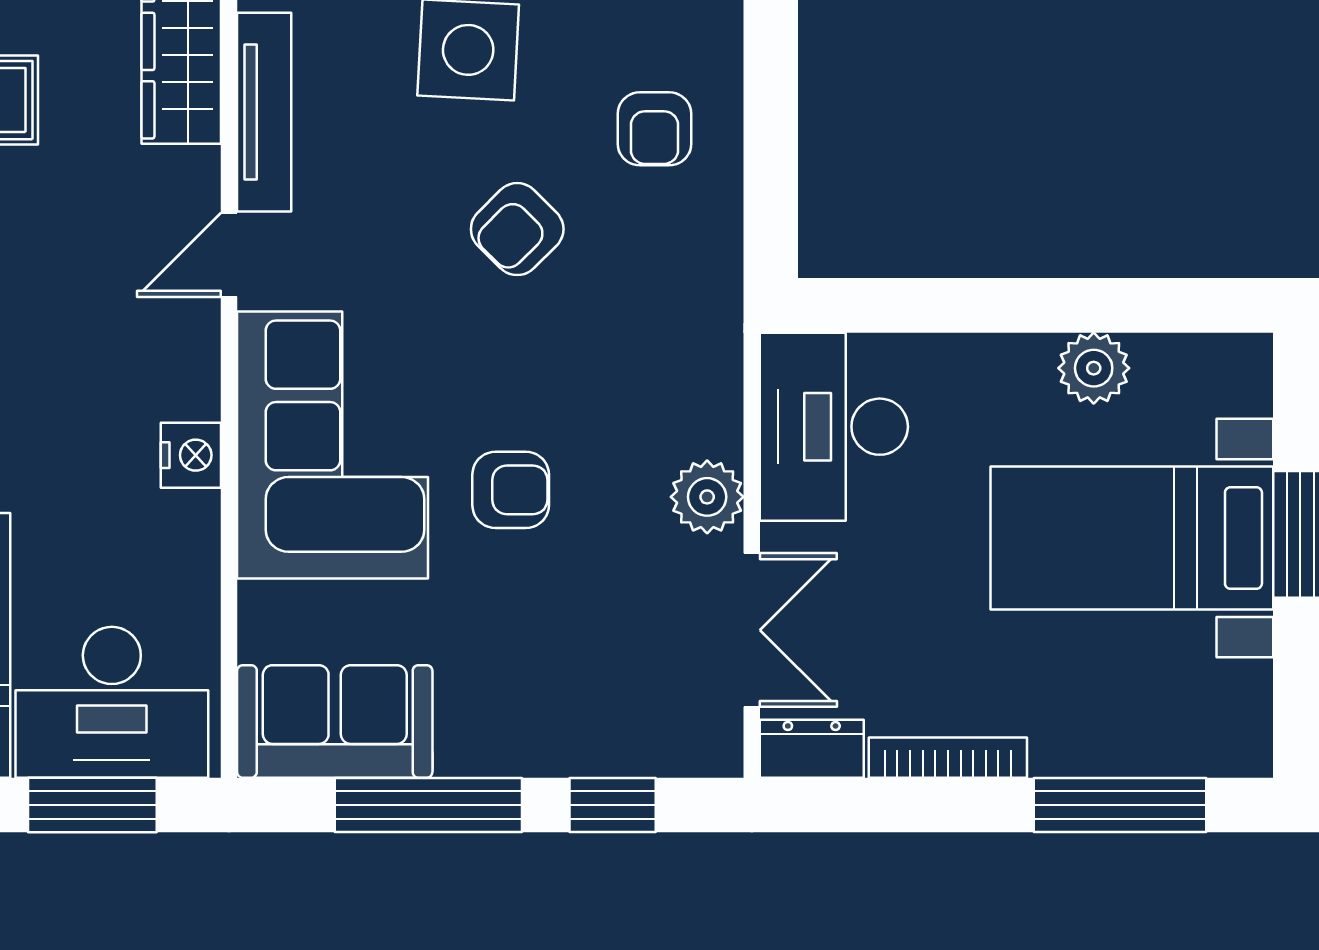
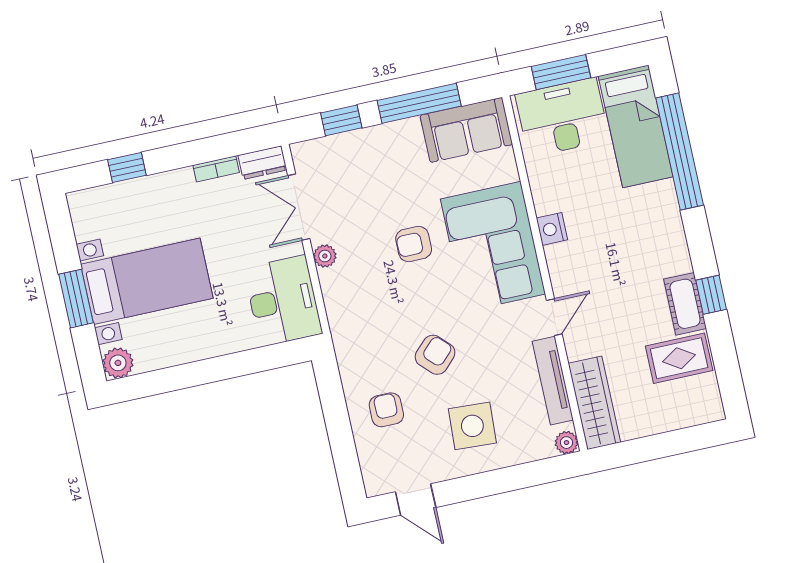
plant: (1094, 368) -> (118, 363), moved
plant: (707, 497) -> (325, 256), width x0.73, depth x0.73
bookcase: (948, 758) -> (216, 169), width x0.64
window: (1120, 805) -> (127, 168), width x0.46

